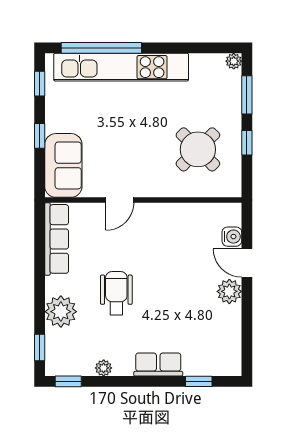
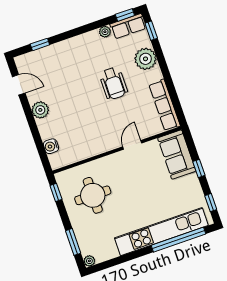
window: (247, 143) -> (56, 192), moved
round table: (198, 149) -> (93, 195), turned 45
door: (247, 263) -> (19, 85), moved
row of seats: (158, 365) -> (128, 26), moved

